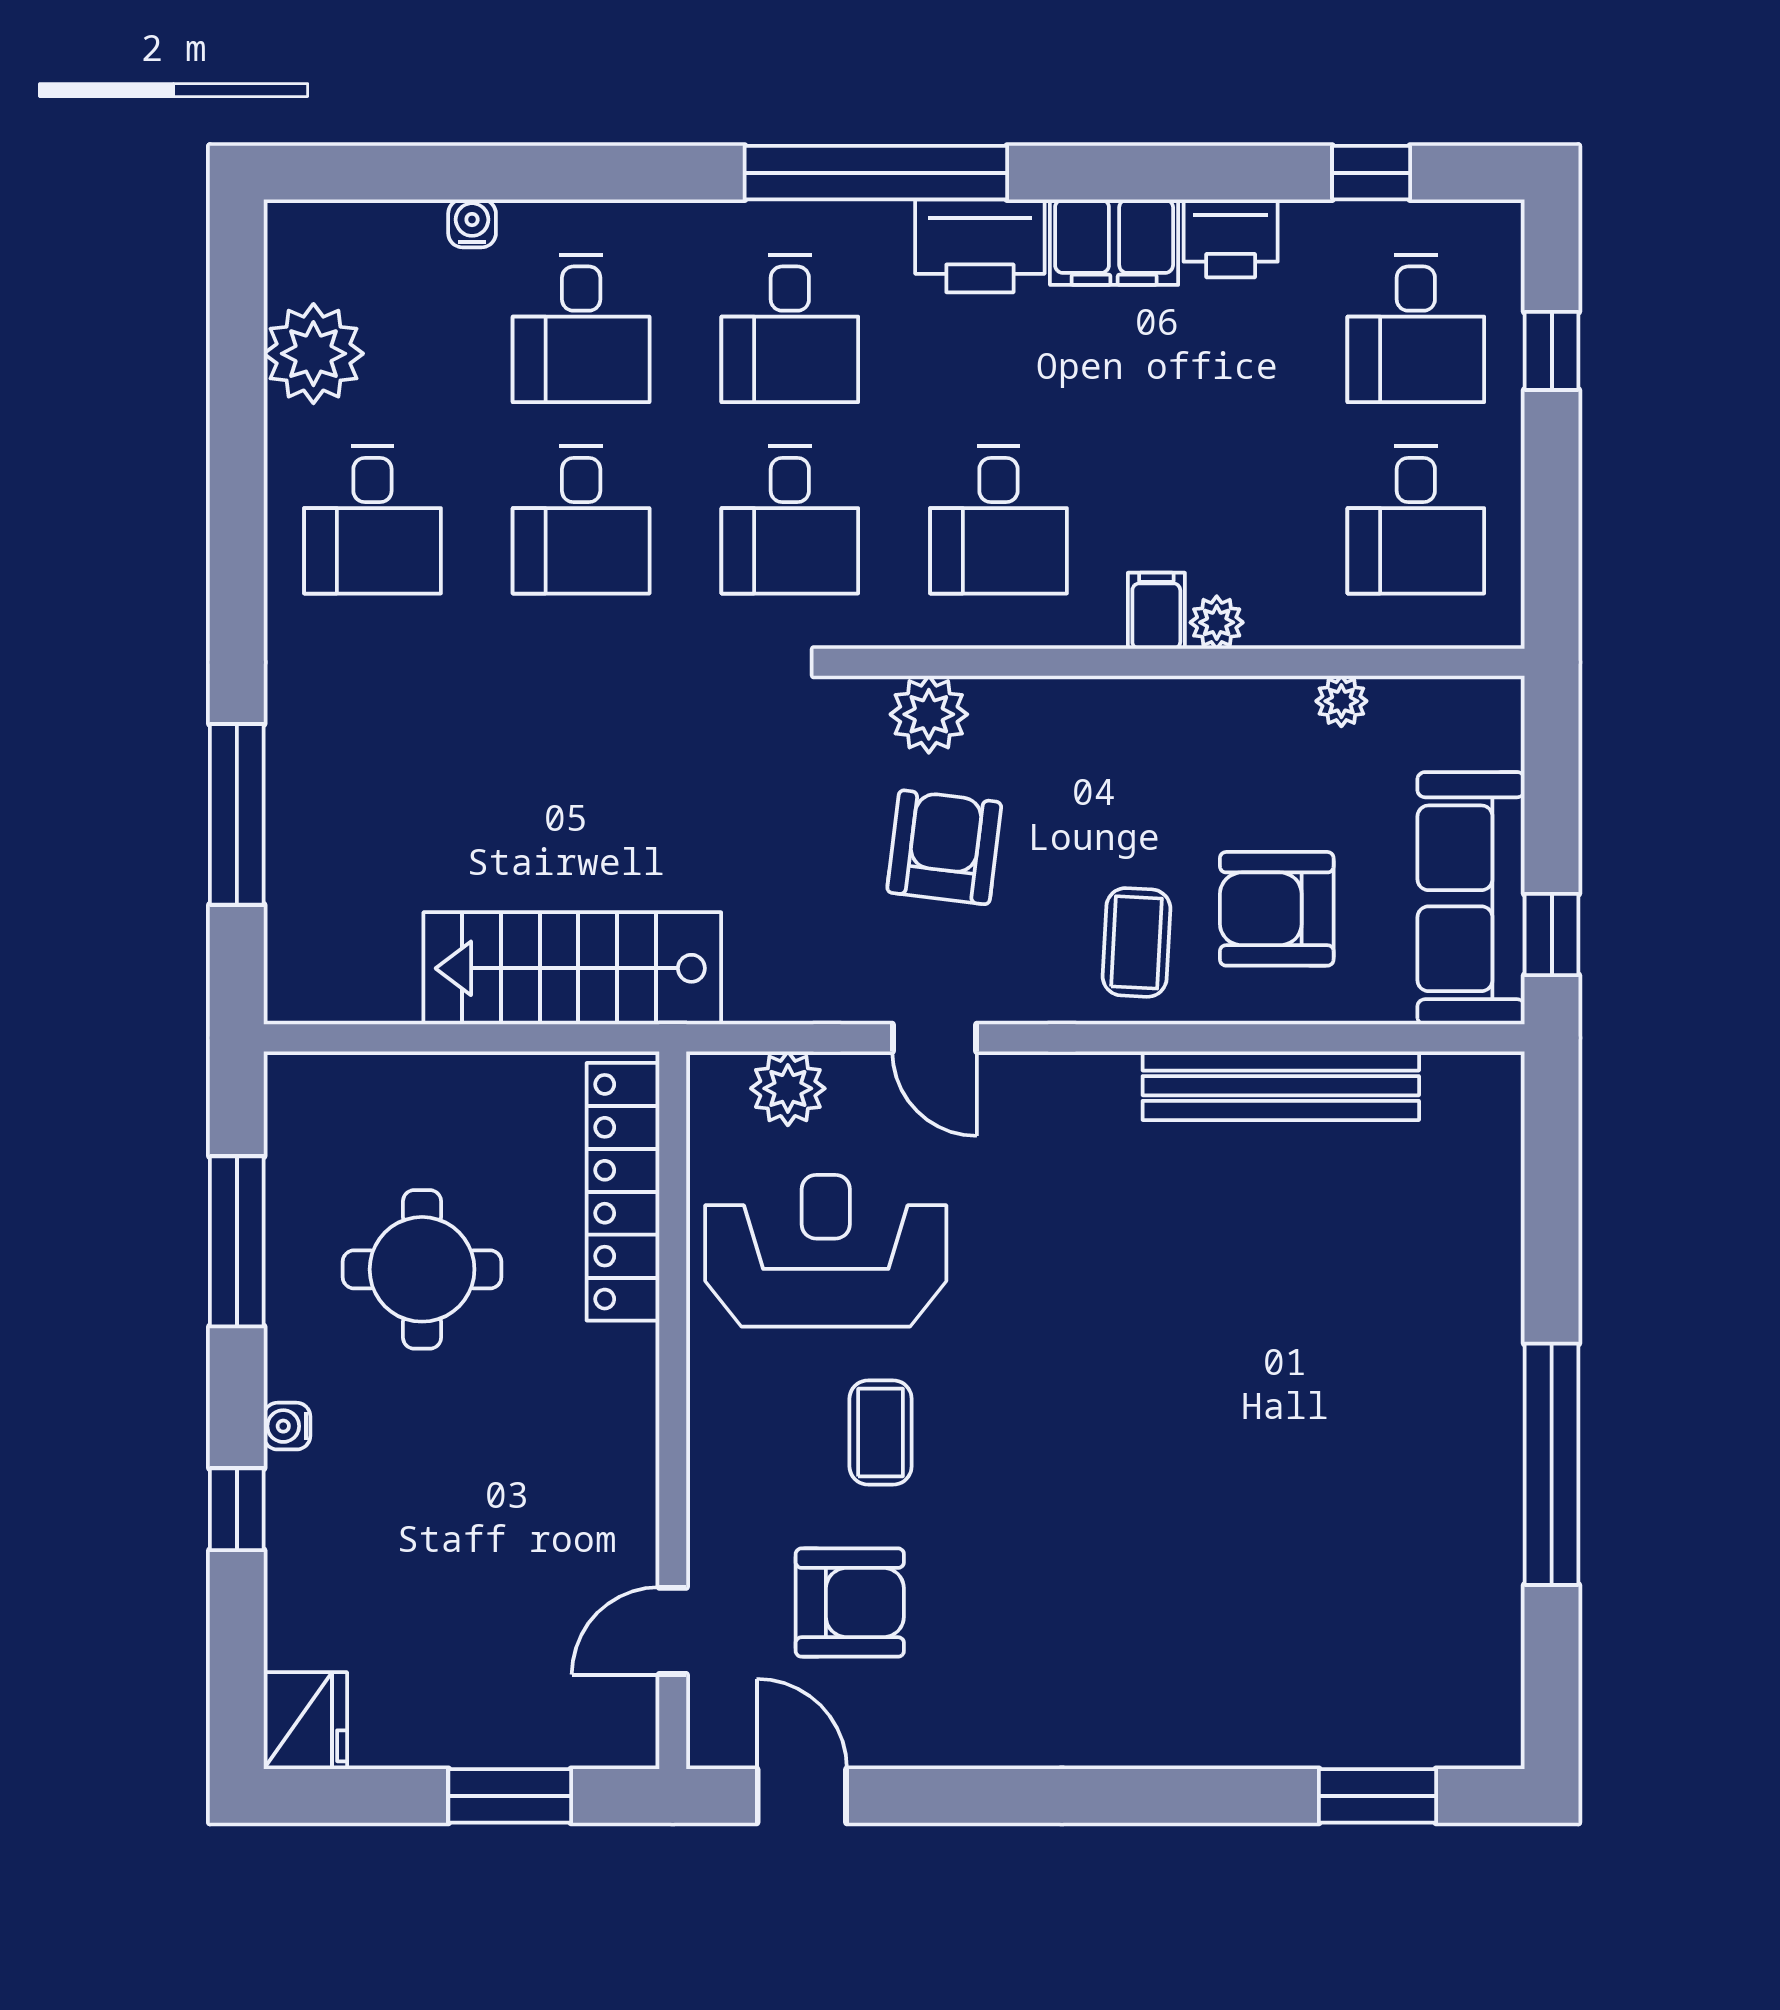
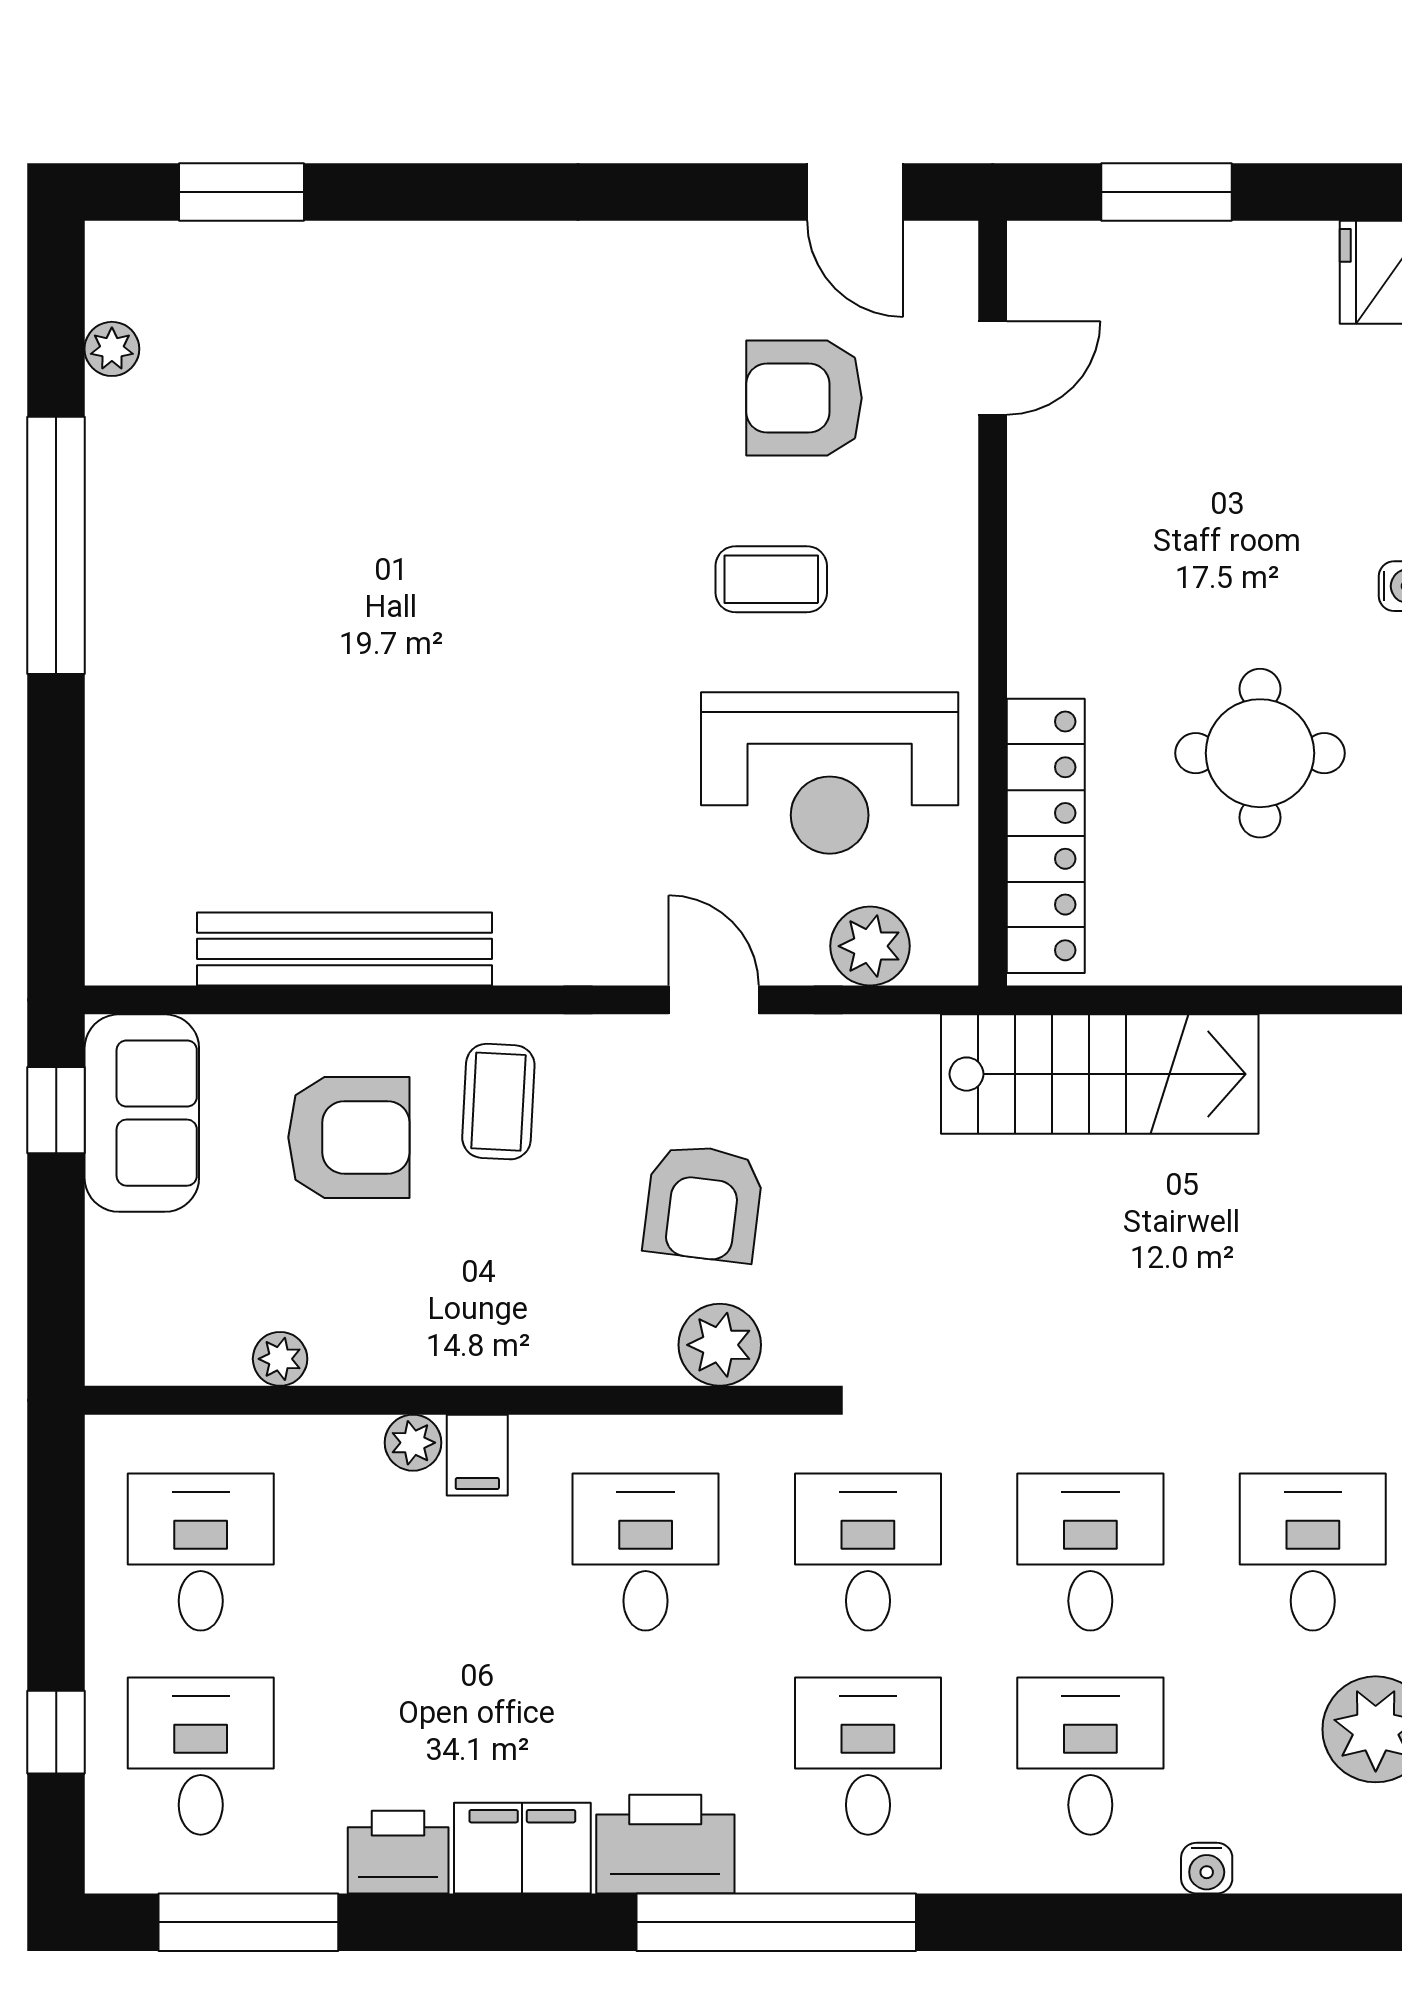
window: (1371, 173) -> (248, 1922), width x2.17
sofa: (1471, 898) -> (142, 1113), width x0.73
coffee table: (881, 1433) -> (771, 579), turned 90
plant: (1499, 1649) -> (112, 349), added

